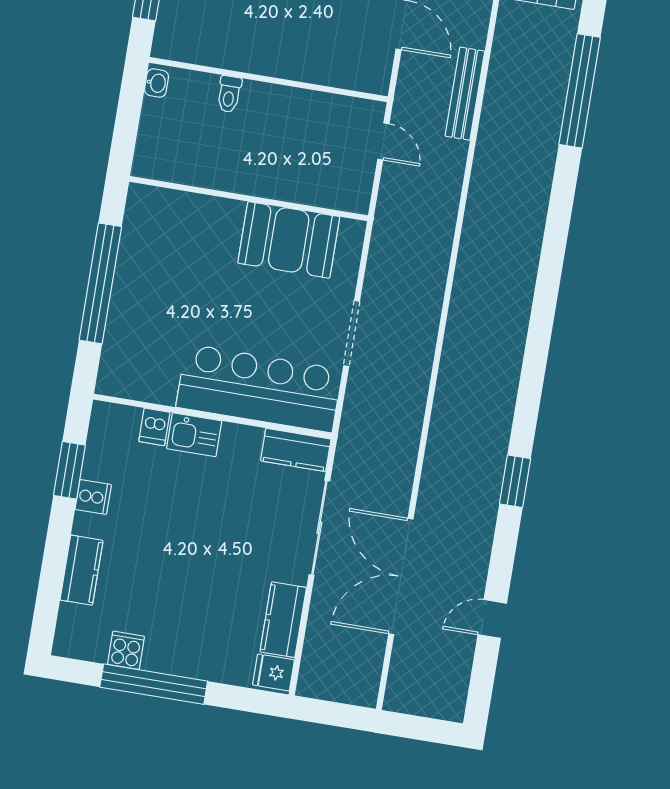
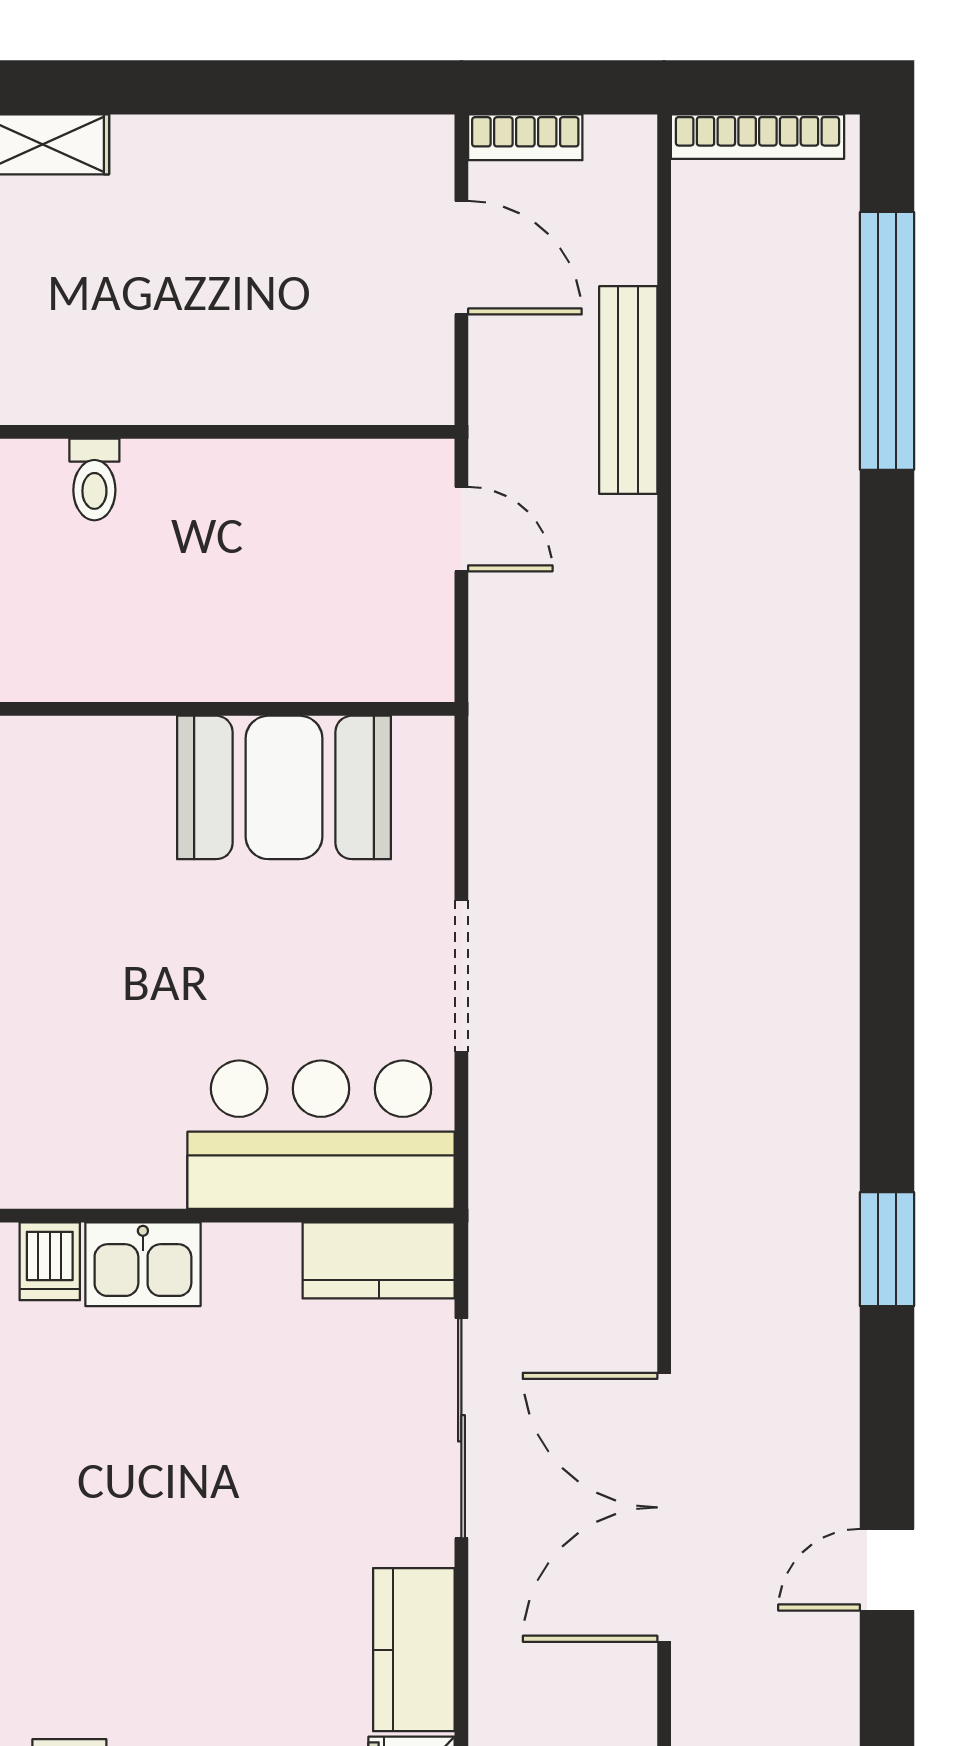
bar counter: (259, 388) -> (321, 1135), width x0.73

